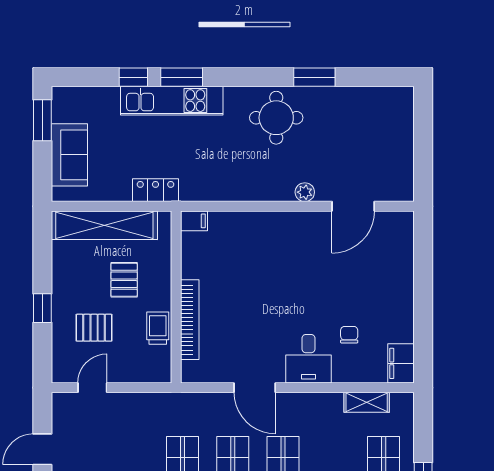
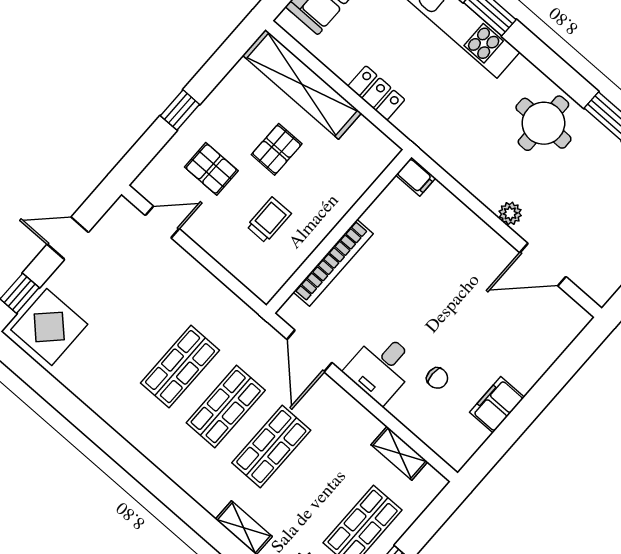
filing cabinet: (194, 221) -> (416, 177), moved
wall: (176, 297) -> (339, 231), moved
bookcase: (190, 320) -> (333, 263), moved
chair: (349, 335) -> (437, 378), turned 90
filing cabinet: (401, 363) -> (497, 405), moved

